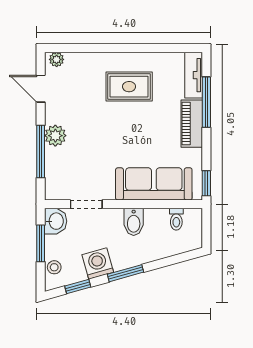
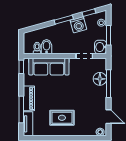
plant: (55, 136) -> (101, 92), removed
floor lamp: (57, 161) -> (100, 79), added
bidet: (134, 222) -> (47, 47), moved

